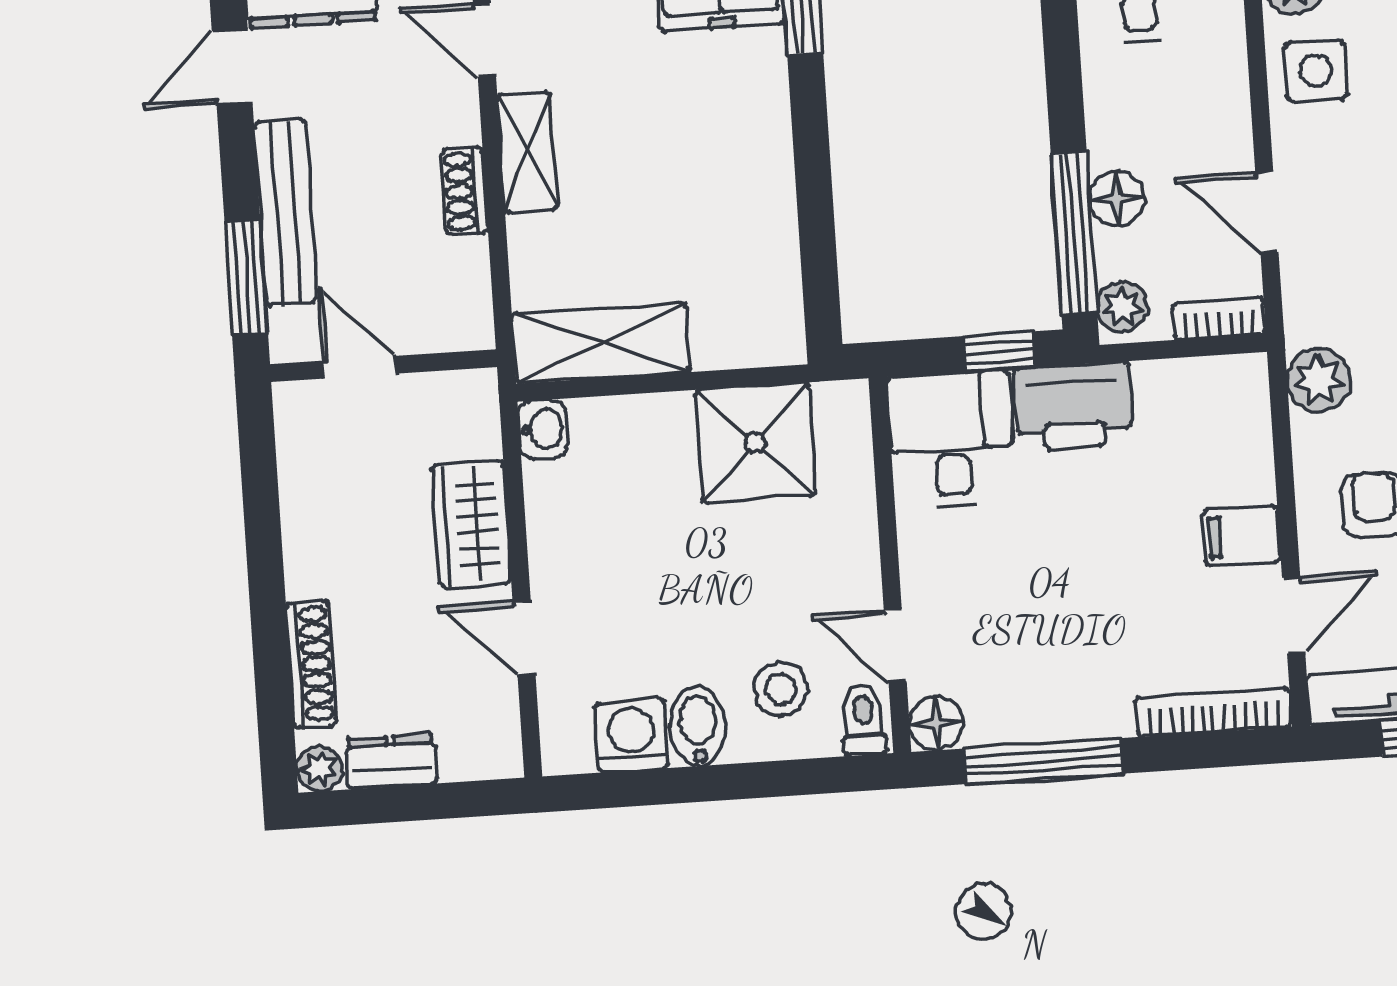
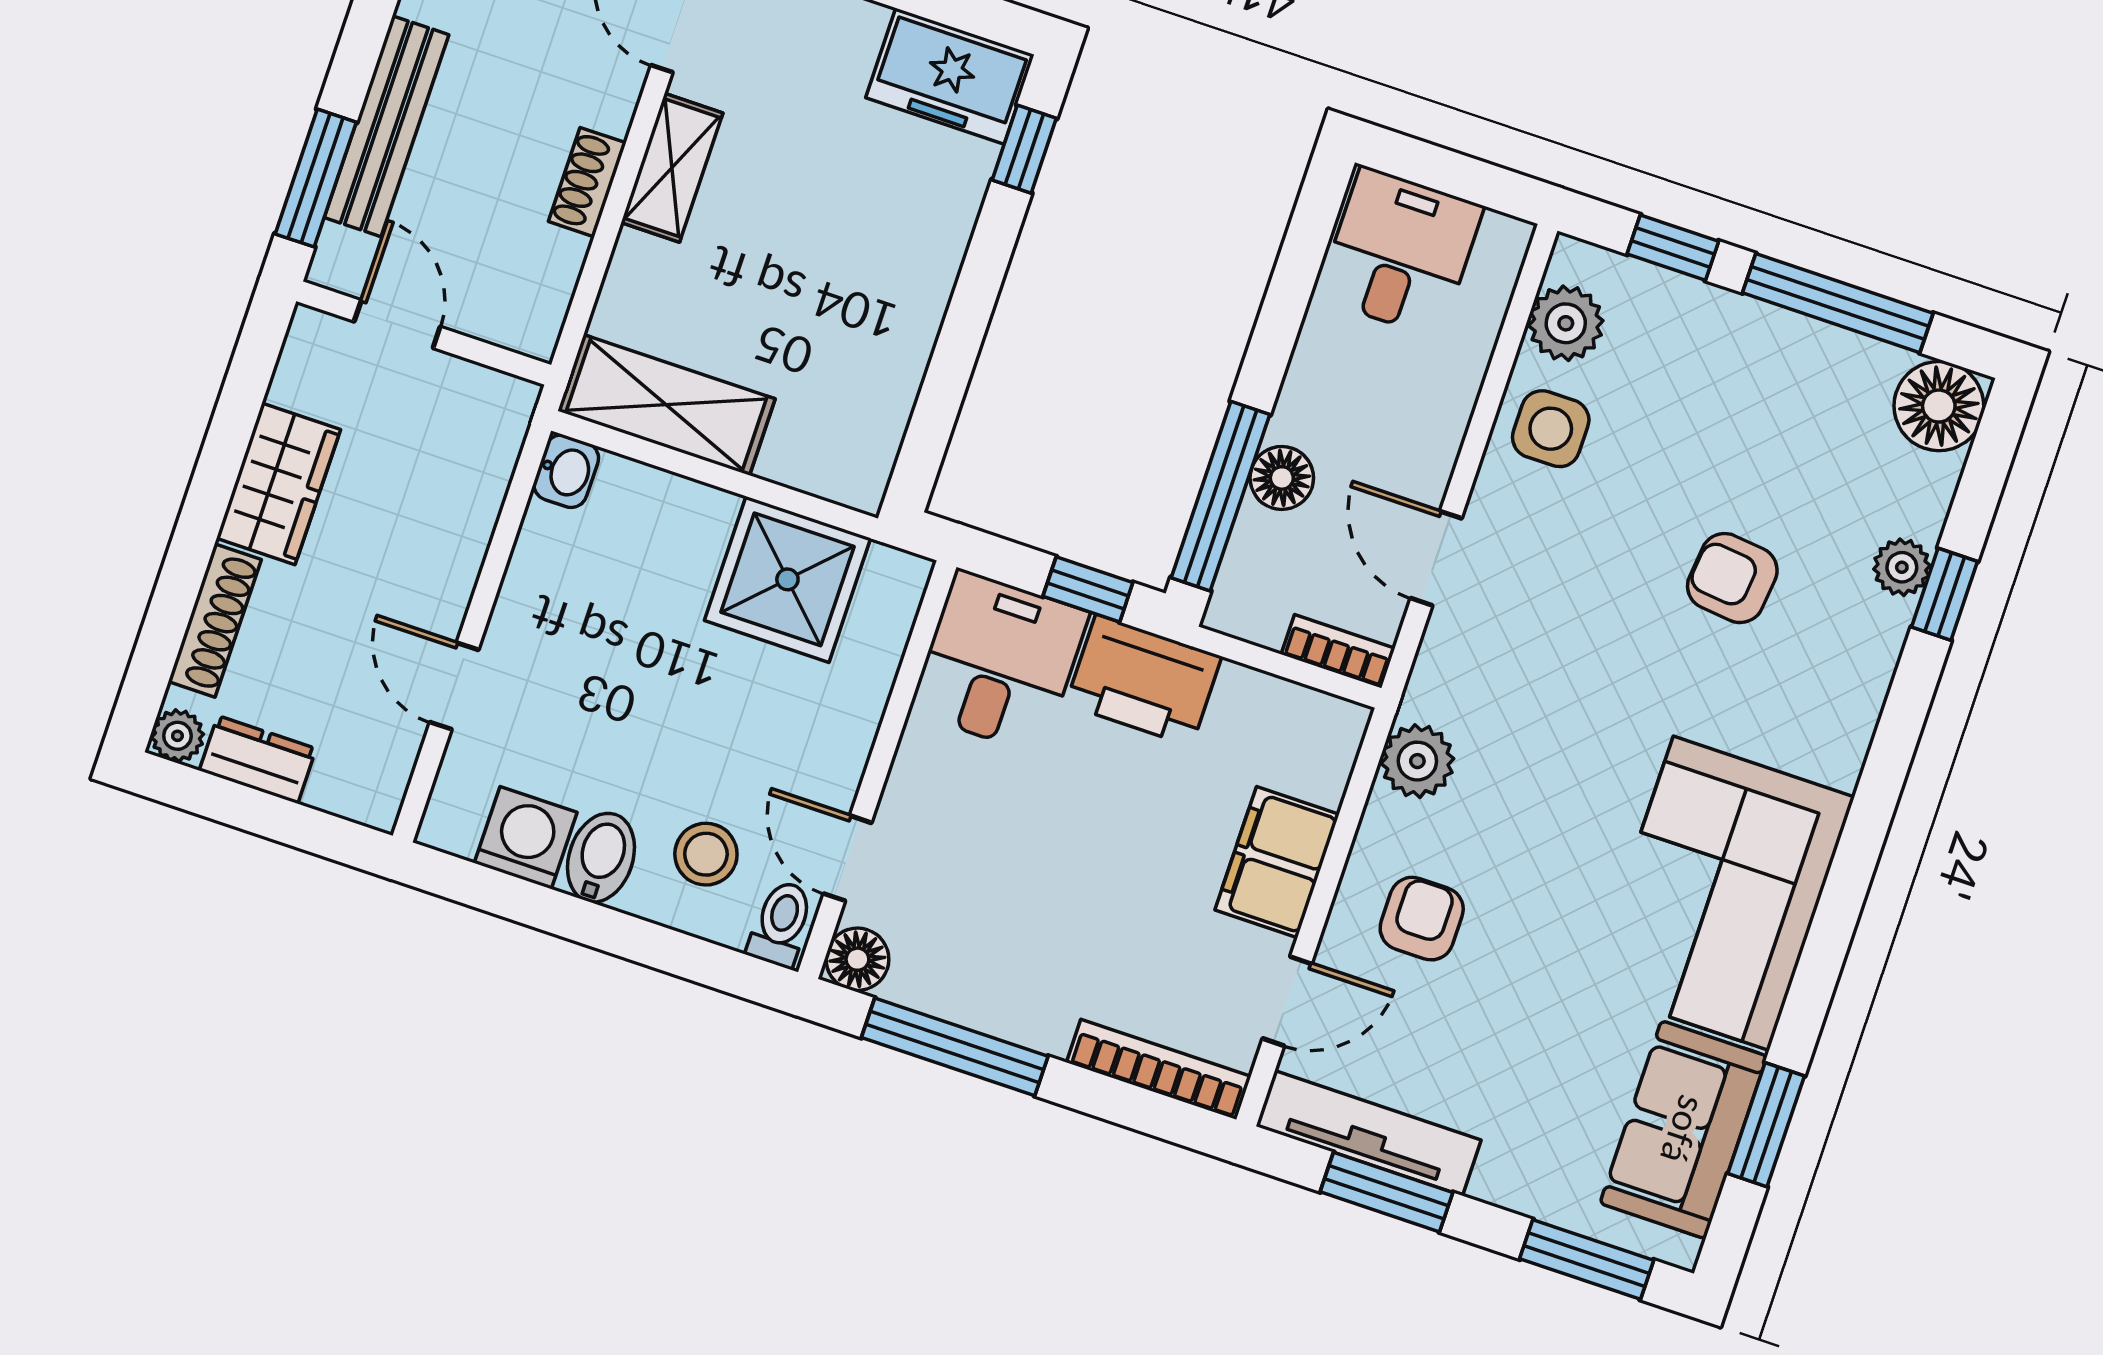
plant: (1122, 307) -> (1240, 596), removed
wardrobe: (472, 524) -> (278, 484), moved, turned 180
filing cabinet: (1242, 536) -> (1277, 862), width x2.00

